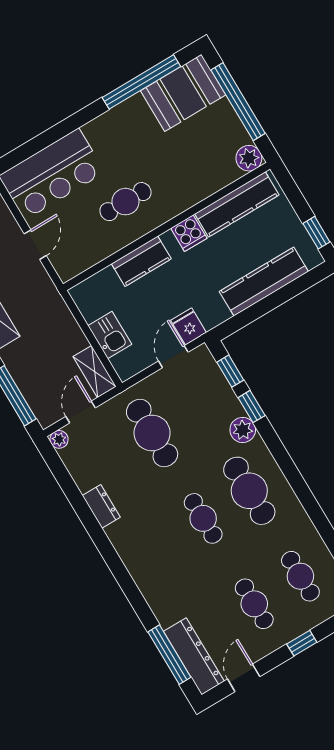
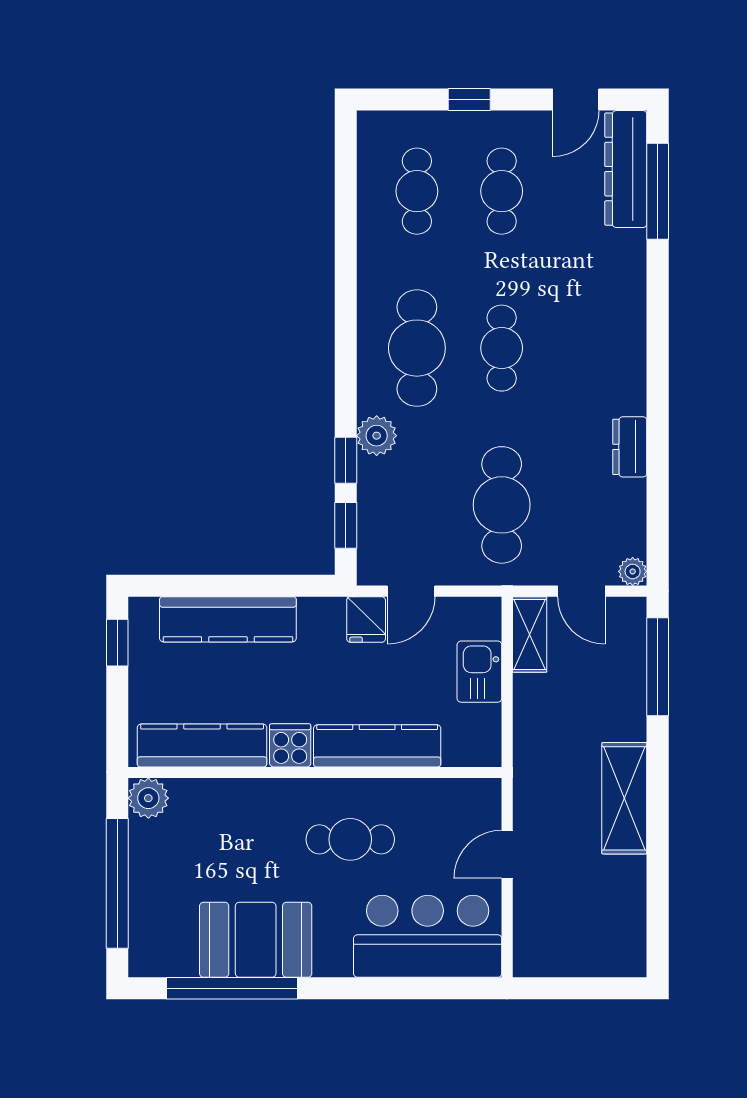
booth: (183, 93) -> (256, 940), moved
kitchen counter: (141, 261) -> (377, 746), width x1.50
door: (81, 412) -> (581, 591), hinge flipped

